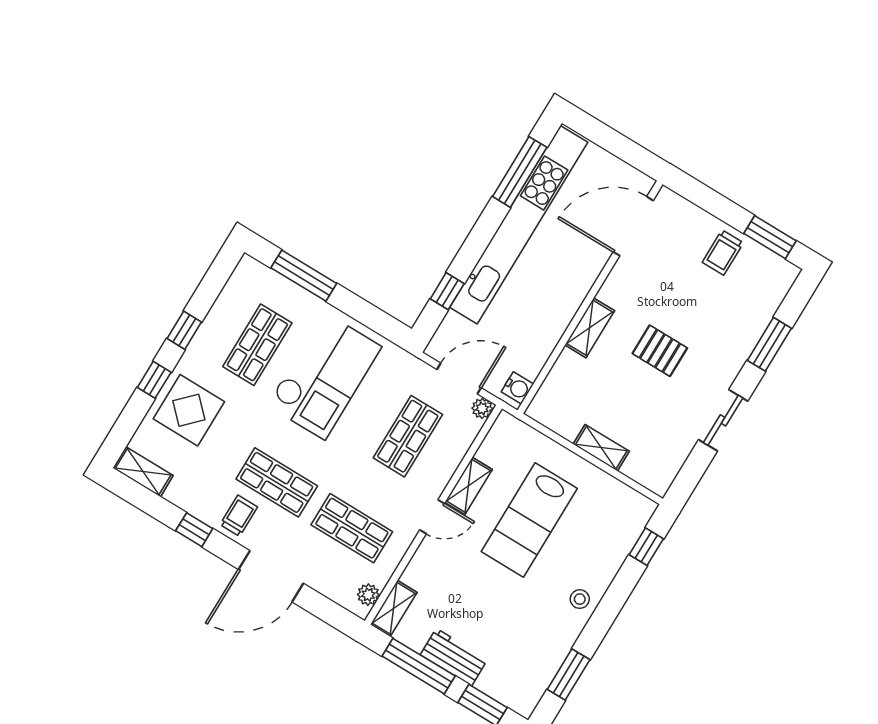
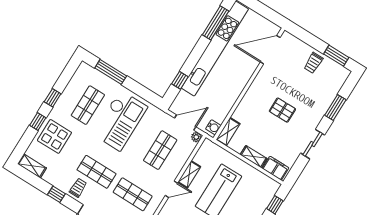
shelving: (590, 328) -> (228, 132), moved
filing cabinet: (647, 471) -> (276, 168), added

